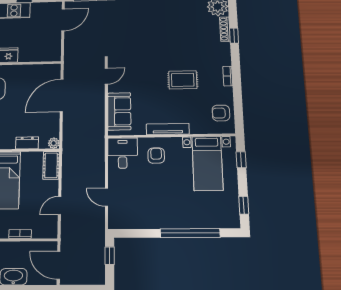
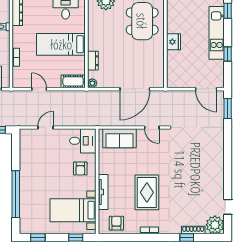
rug: (183, 80) -> (147, 192), width x1.36, depth x1.43
door: (62, 95) -> (135, 89), swing flipped
tv unit: (168, 129) -> (103, 192), moved
armchair: (156, 156) -> (80, 169), turned 90

